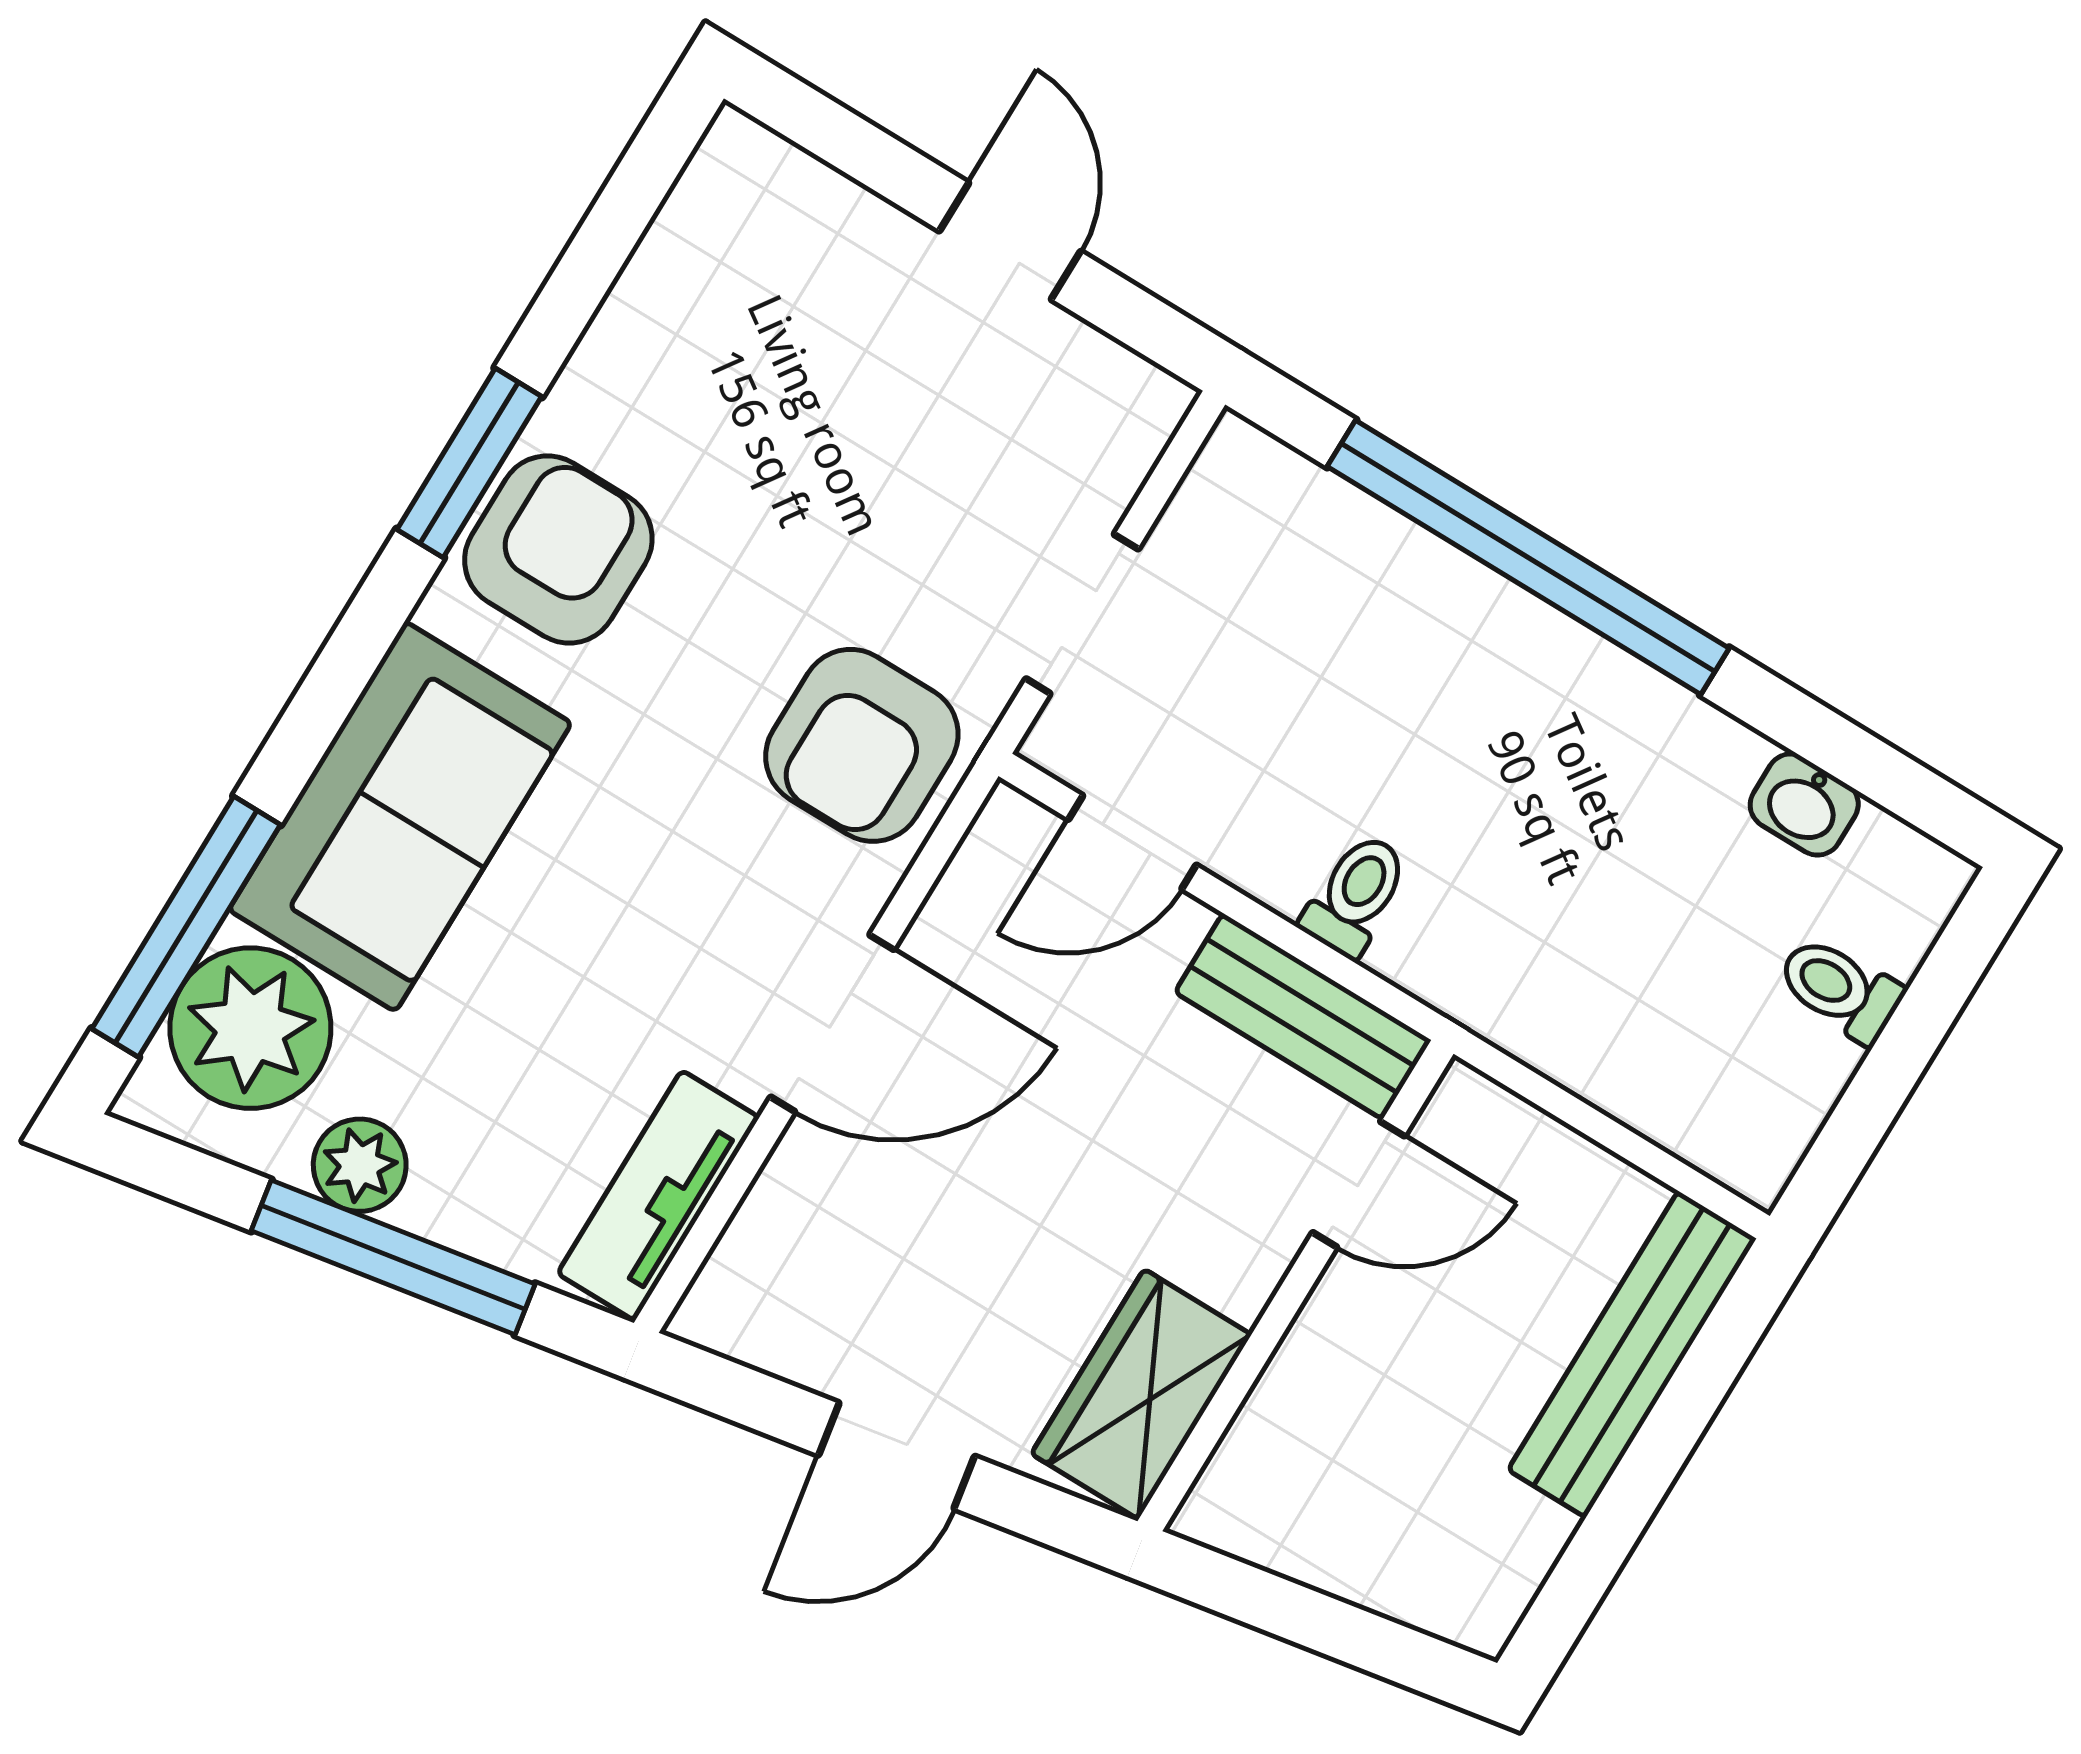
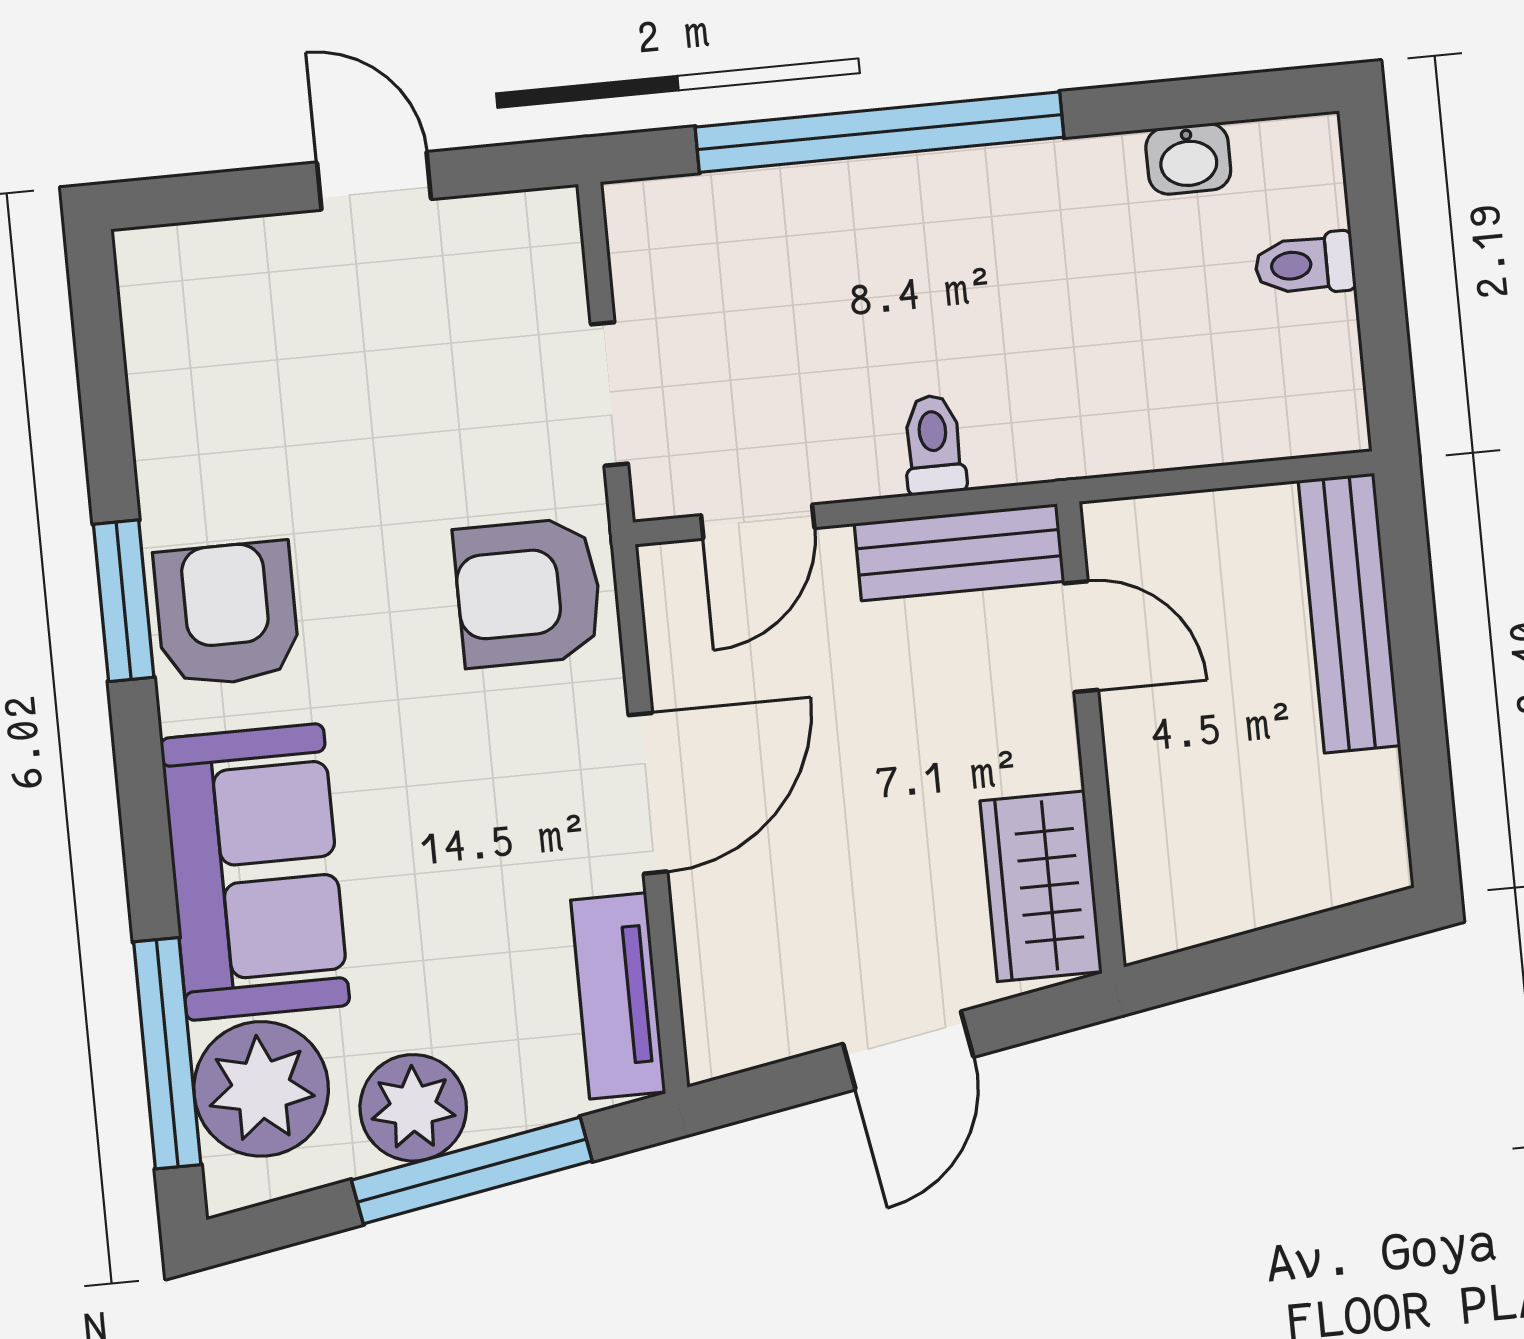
armchair: (862, 745) -> (528, 593), turned 90
plant: (360, 1165) -> (413, 1108), width x1.38, depth x1.38
door: (1359, 1184) -> (1081, 637), hinge flipped

